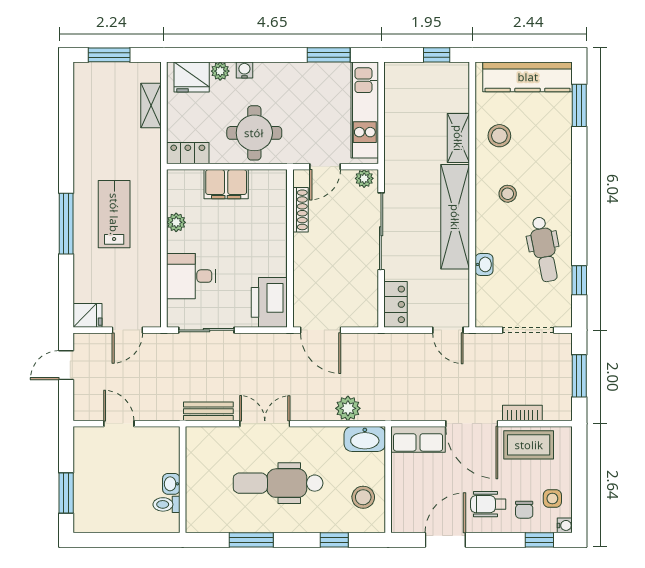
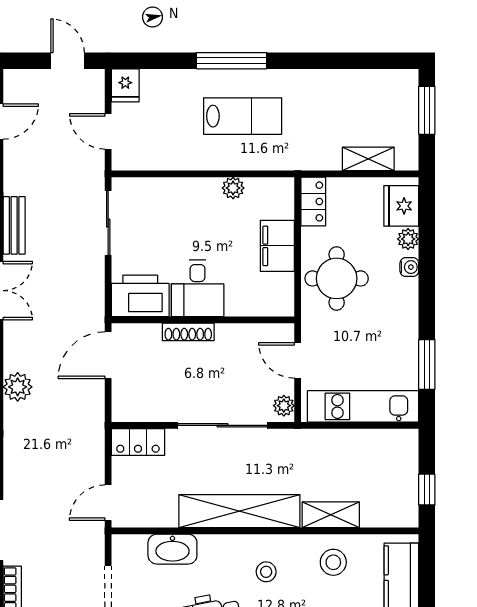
shoe rack: (300, 210) -> (188, 332), moved
washbasin: (484, 264) -> (172, 549), width x1.91, depth x1.45
desk: (191, 276) -> (198, 288), moved, turned 180

